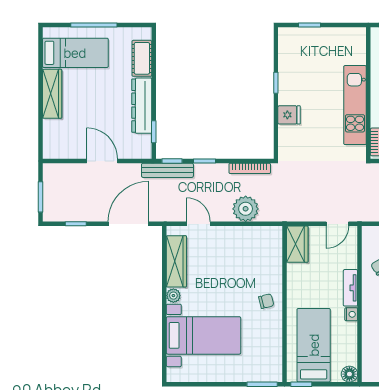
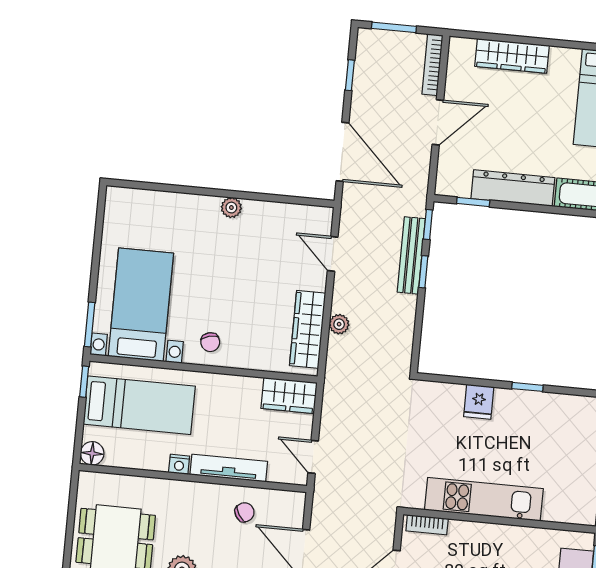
wardrobe: (52, 94) -> (512, 56), moved
bookcase: (250, 168) -> (432, 65), moved
bench: (167, 170) -> (411, 255), moved
plant: (246, 209) -> (339, 324), width x0.53, depth x0.53
door: (198, 224) -> (333, 254), swing flipped
wardrobe: (176, 261) -> (308, 329), moved, turned 90
tv unit: (350, 288) -> (229, 468), width x1.41
bed with nightstands: (204, 335) -> (141, 305), moved, turned 180

